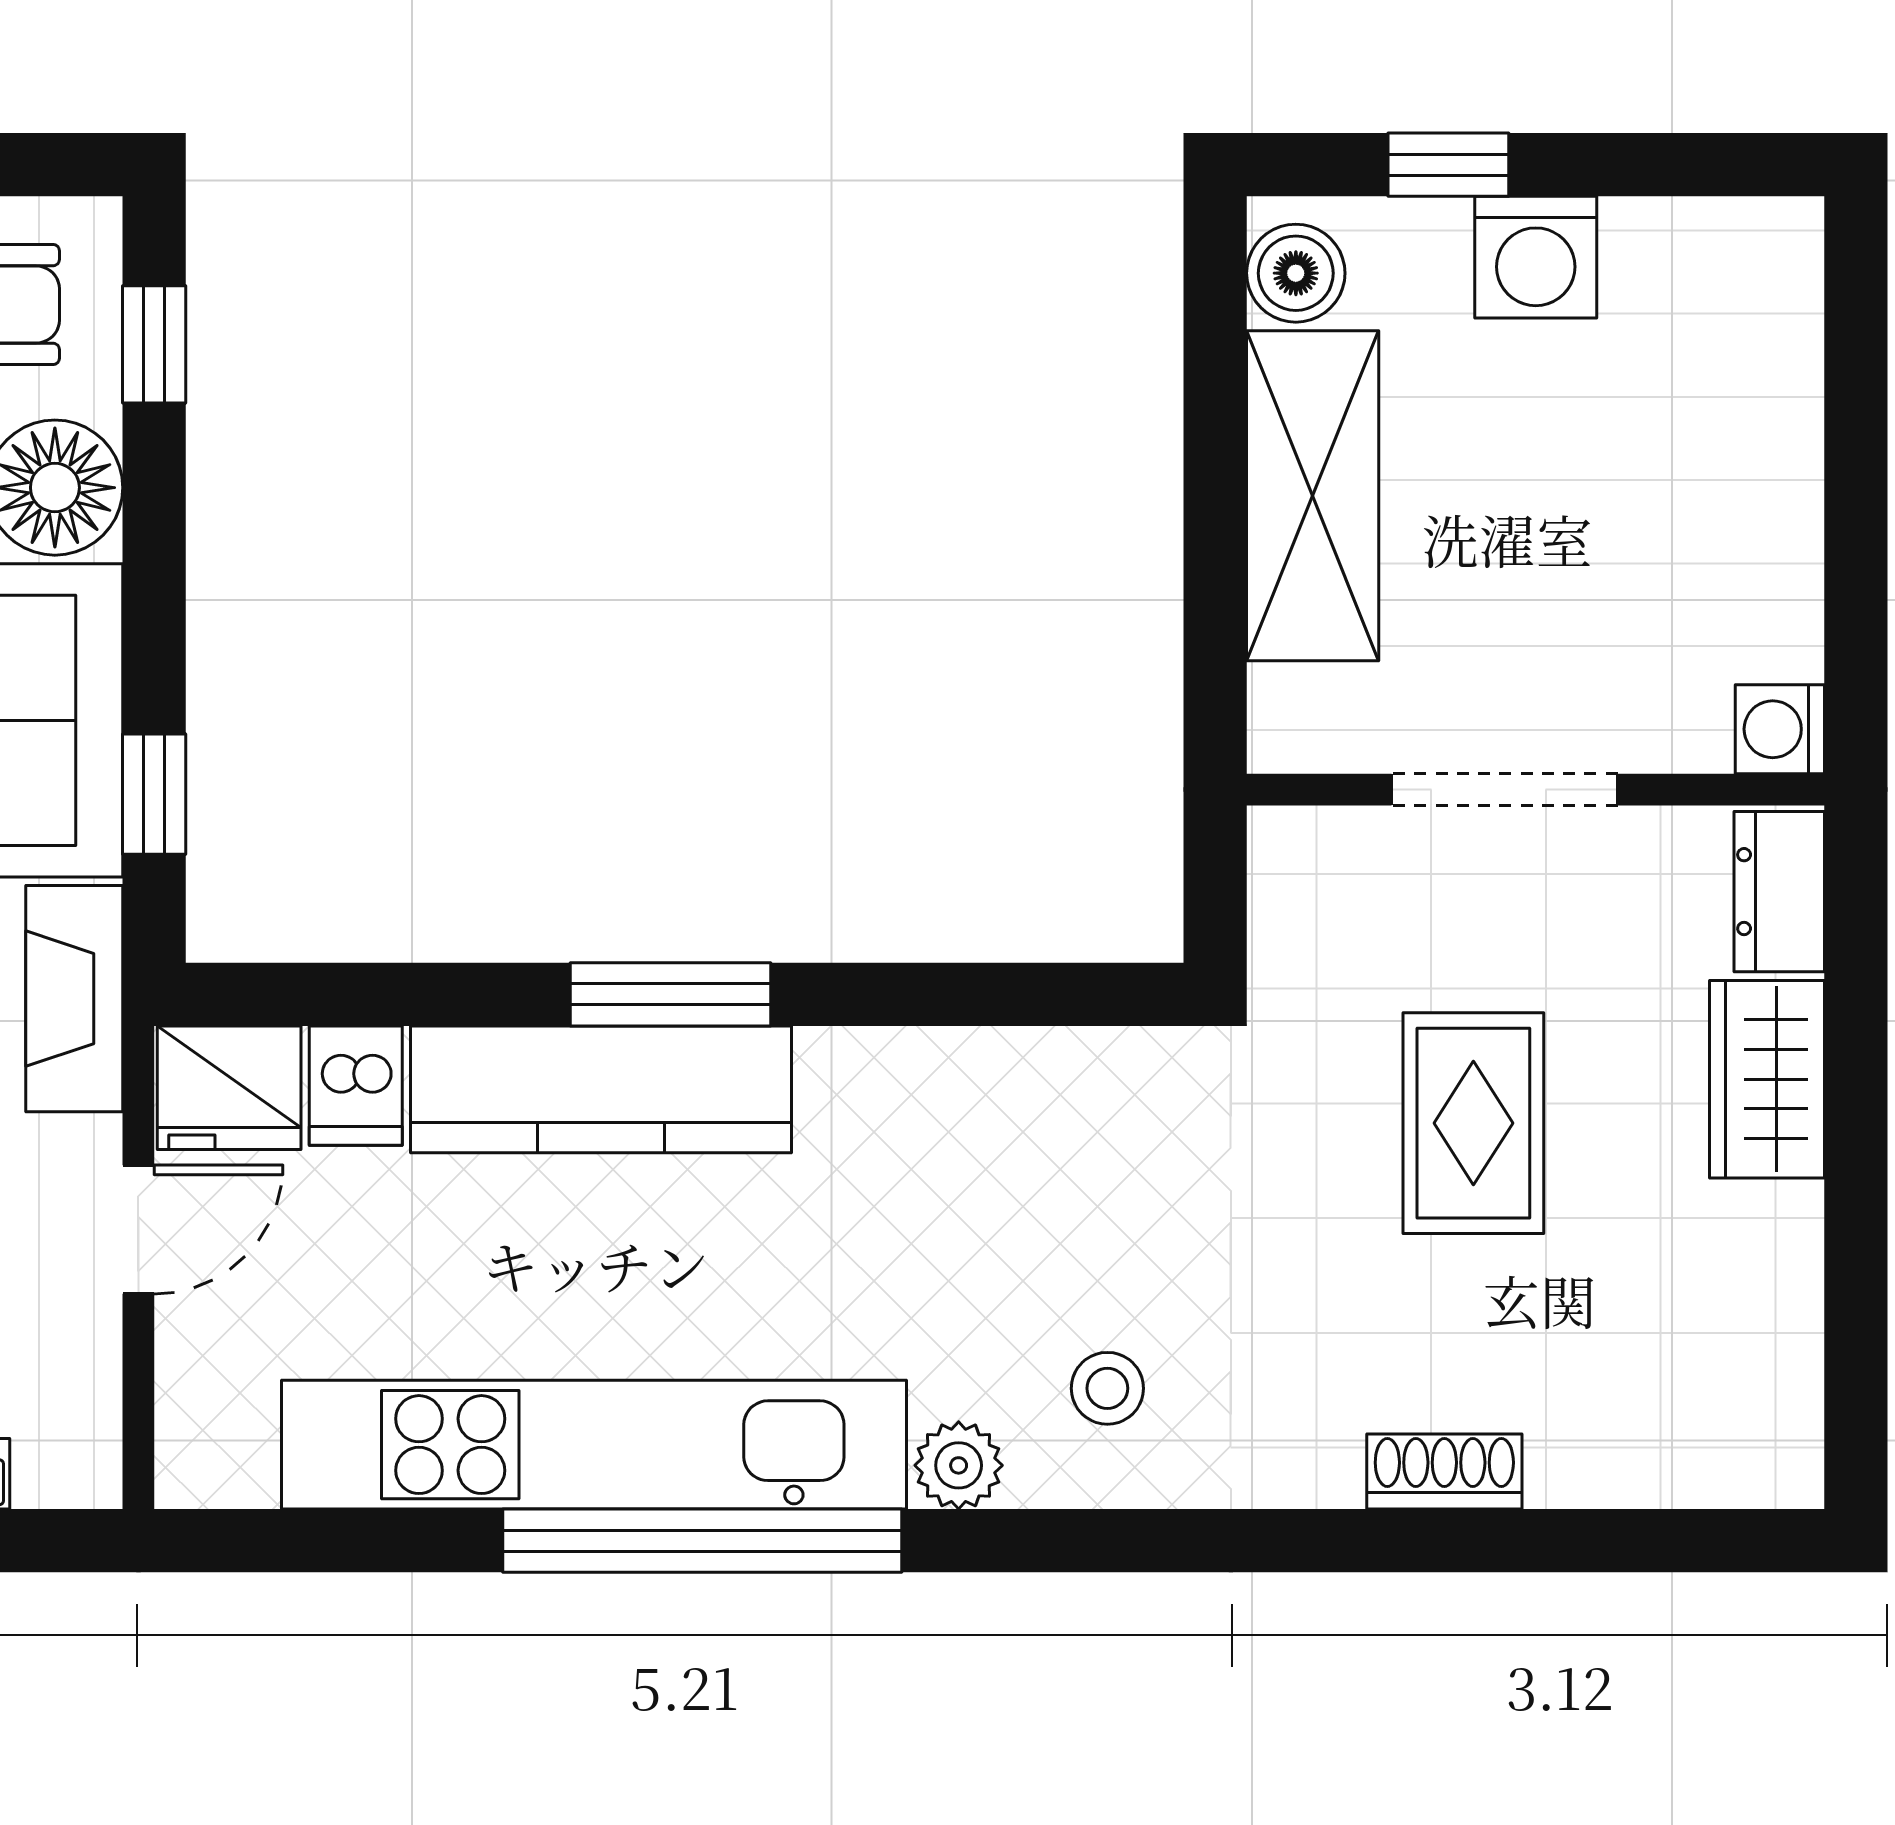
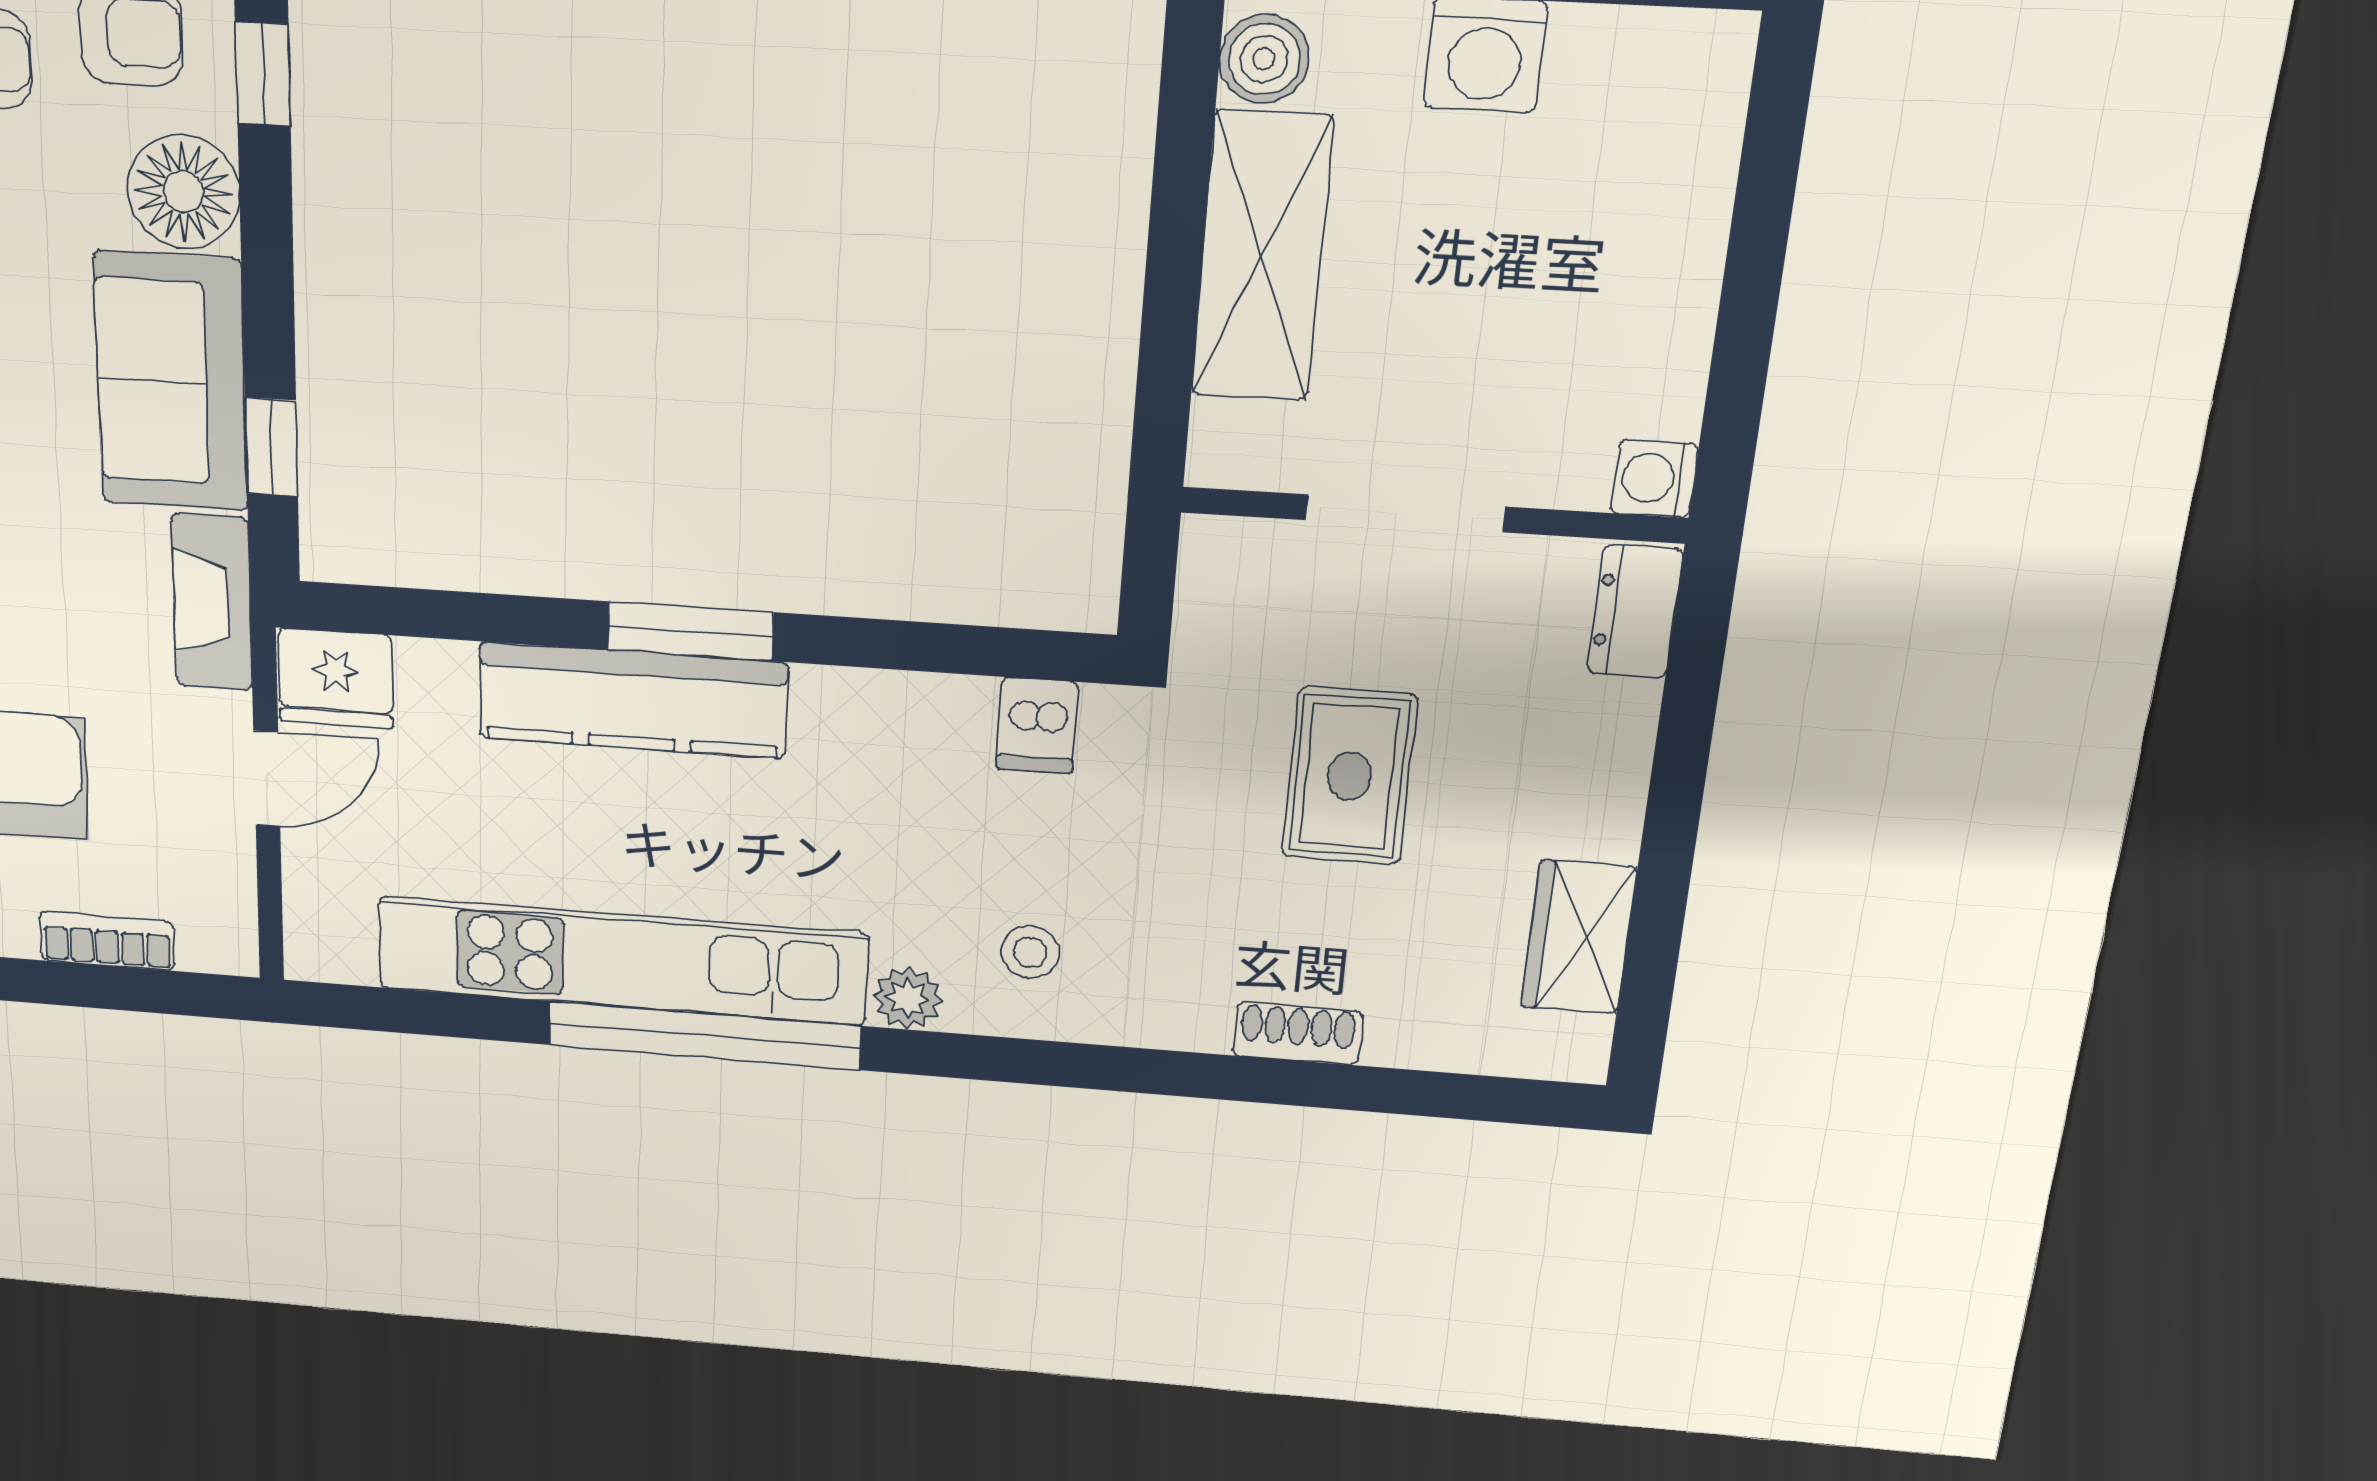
wardrobe: (1767, 1079) -> (1579, 937), moved
dishwasher: (356, 1086) -> (1037, 725), moved

